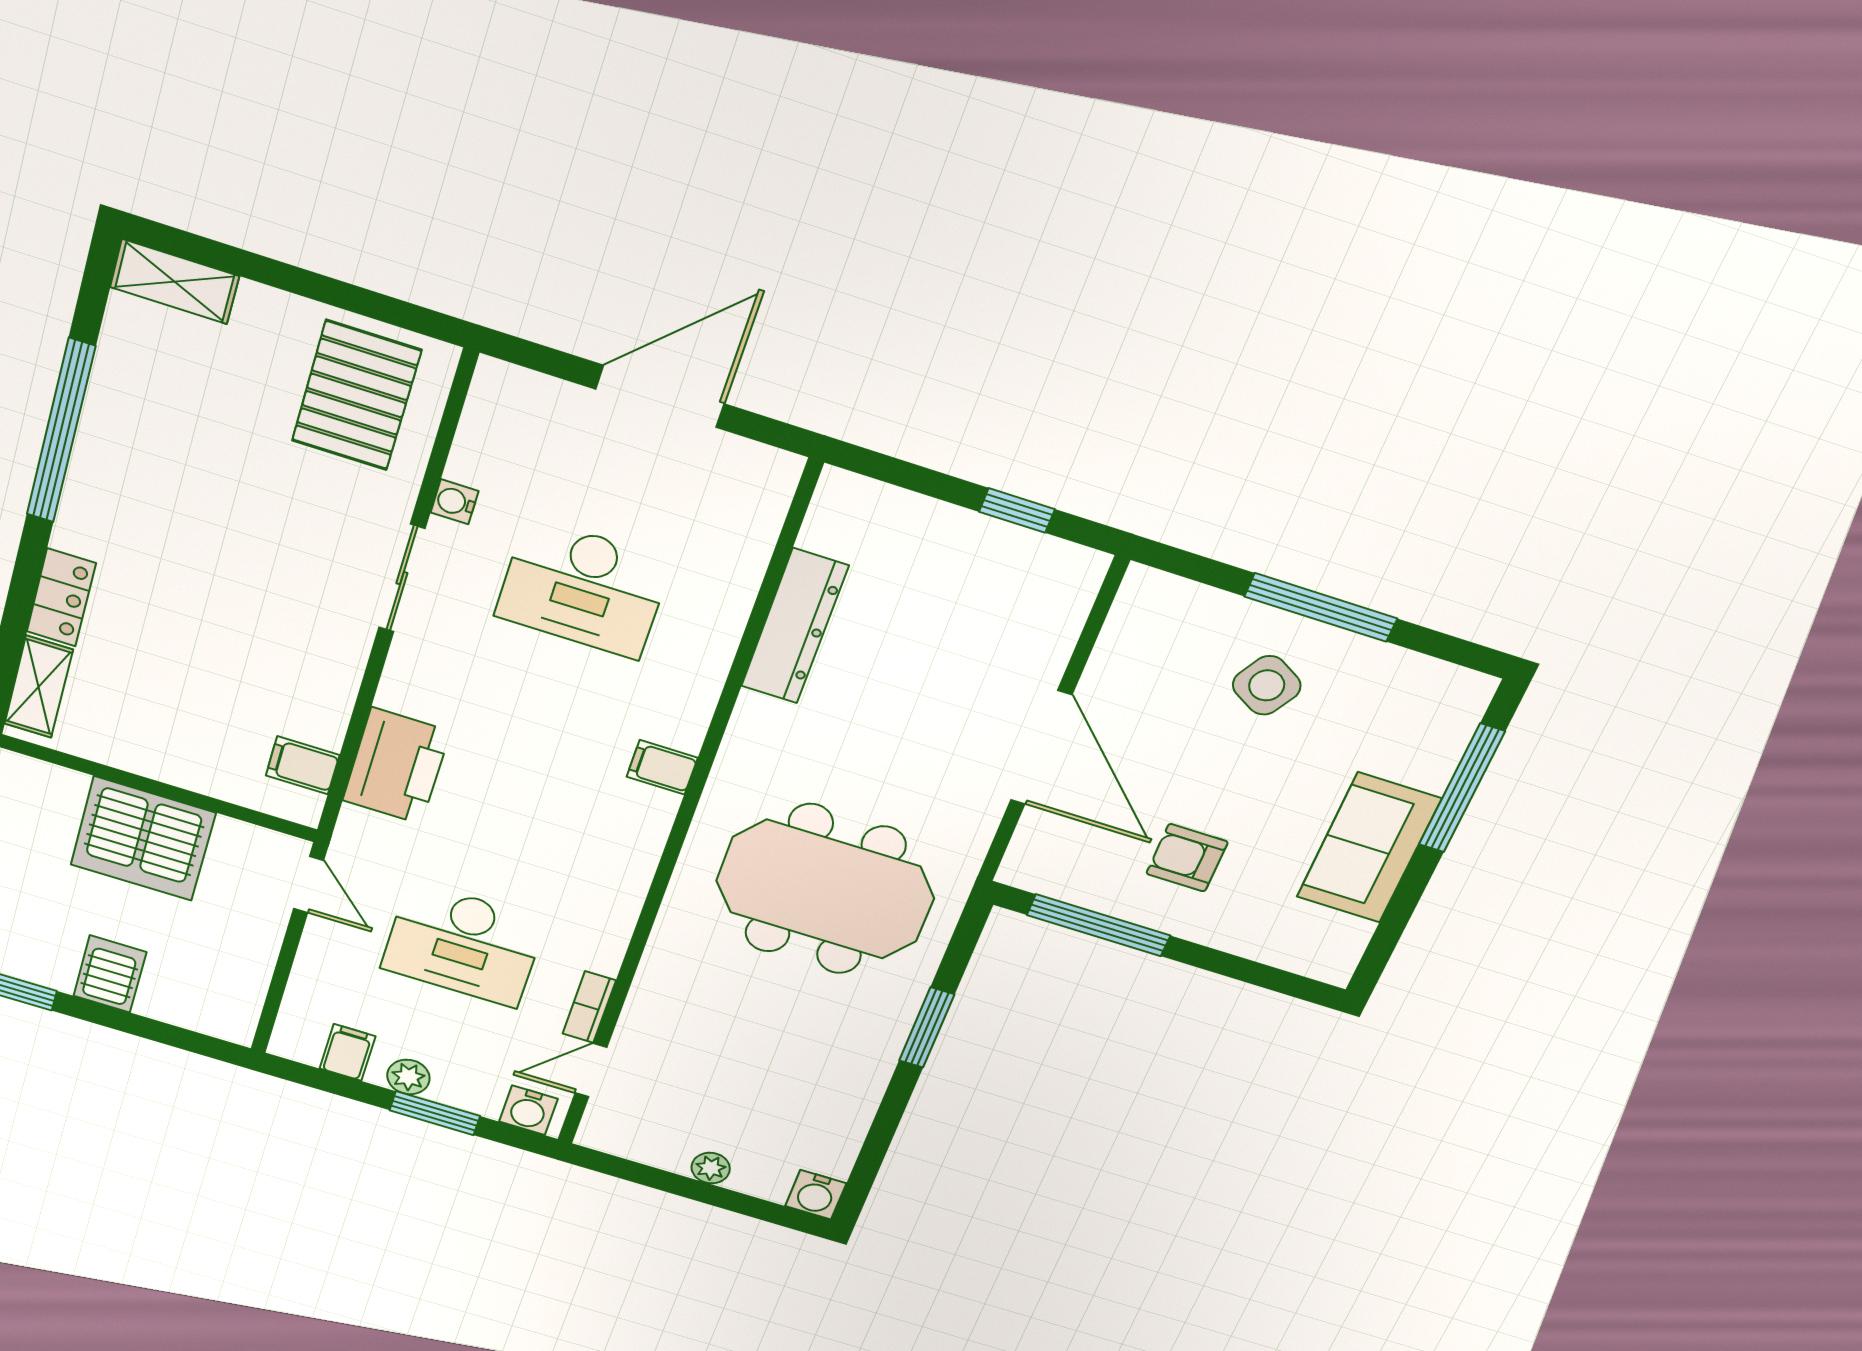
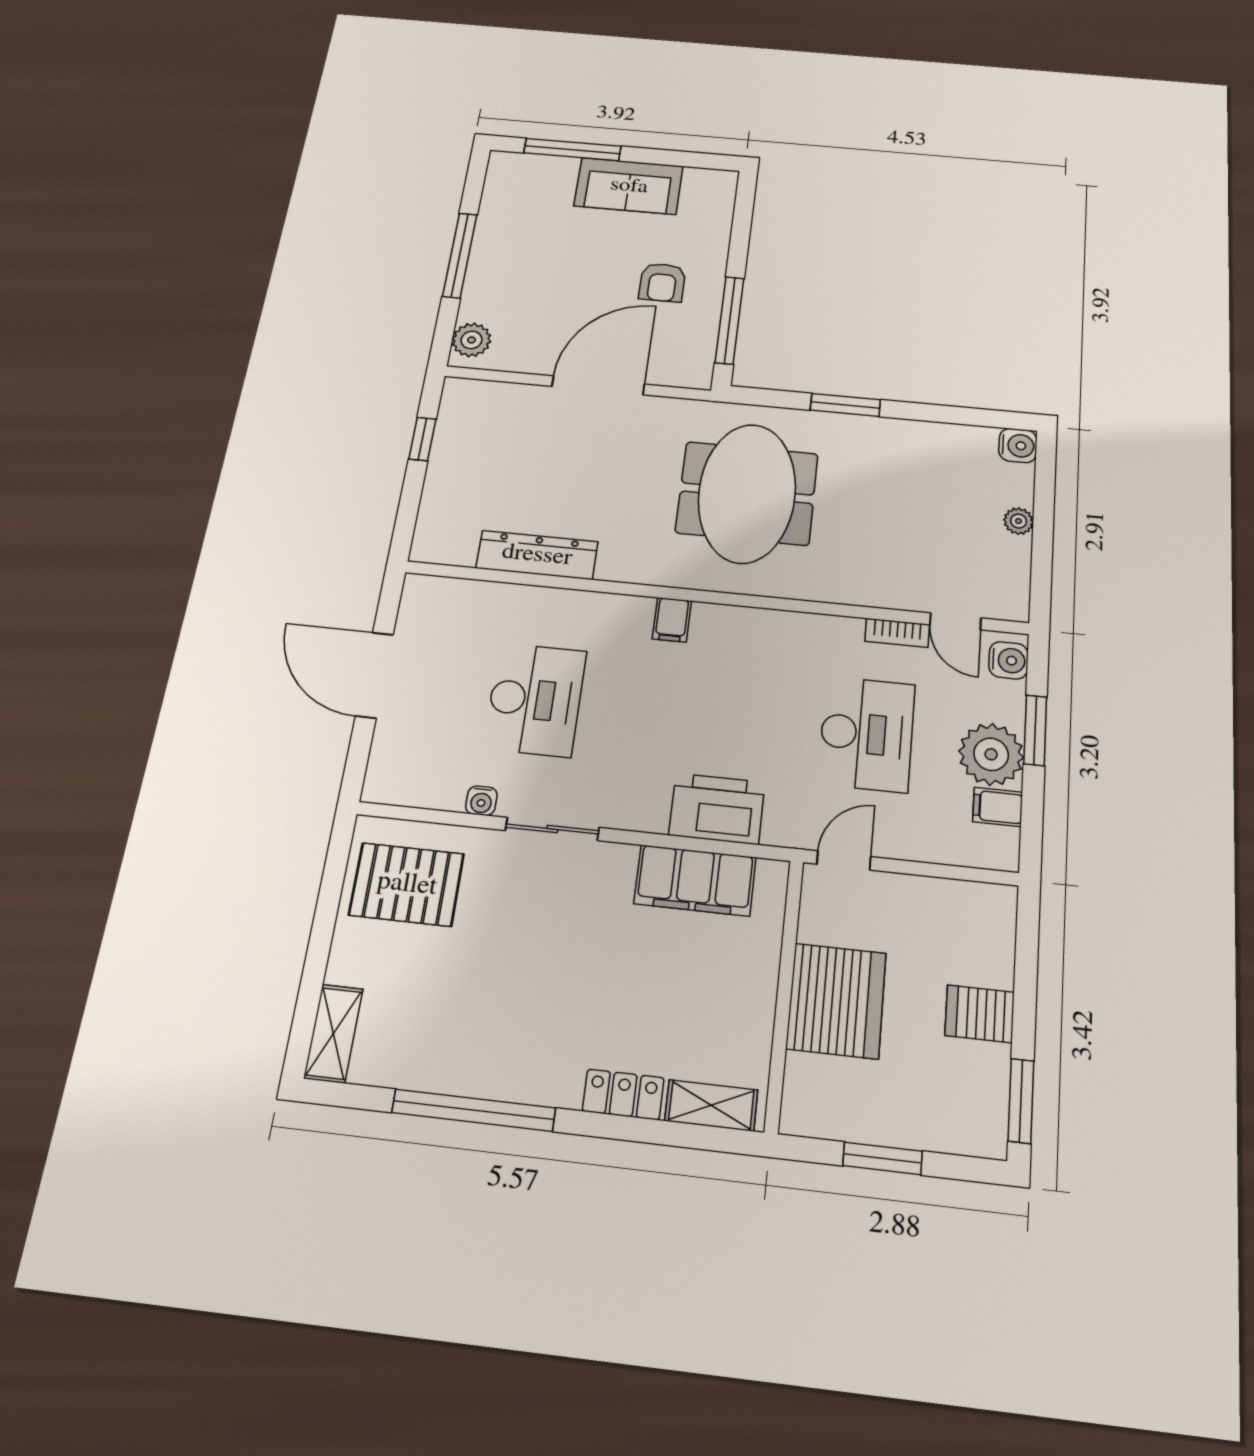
plant: (1166, 600) -> (472, 340), added
side table: (1267, 685) -> (522, 270), removed
filing cabinet: (303, 765) -> (695, 880), width x3.00, depth x1.17
plant: (408, 1077) -> (991, 754), width x1.87, depth x1.87

